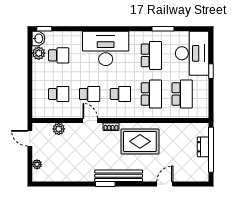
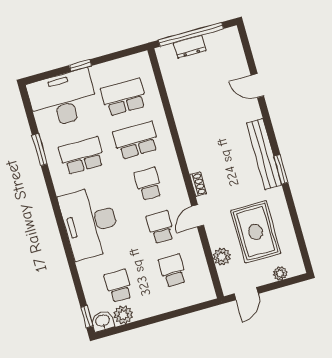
rug: (140, 141) -> (256, 232), moved

